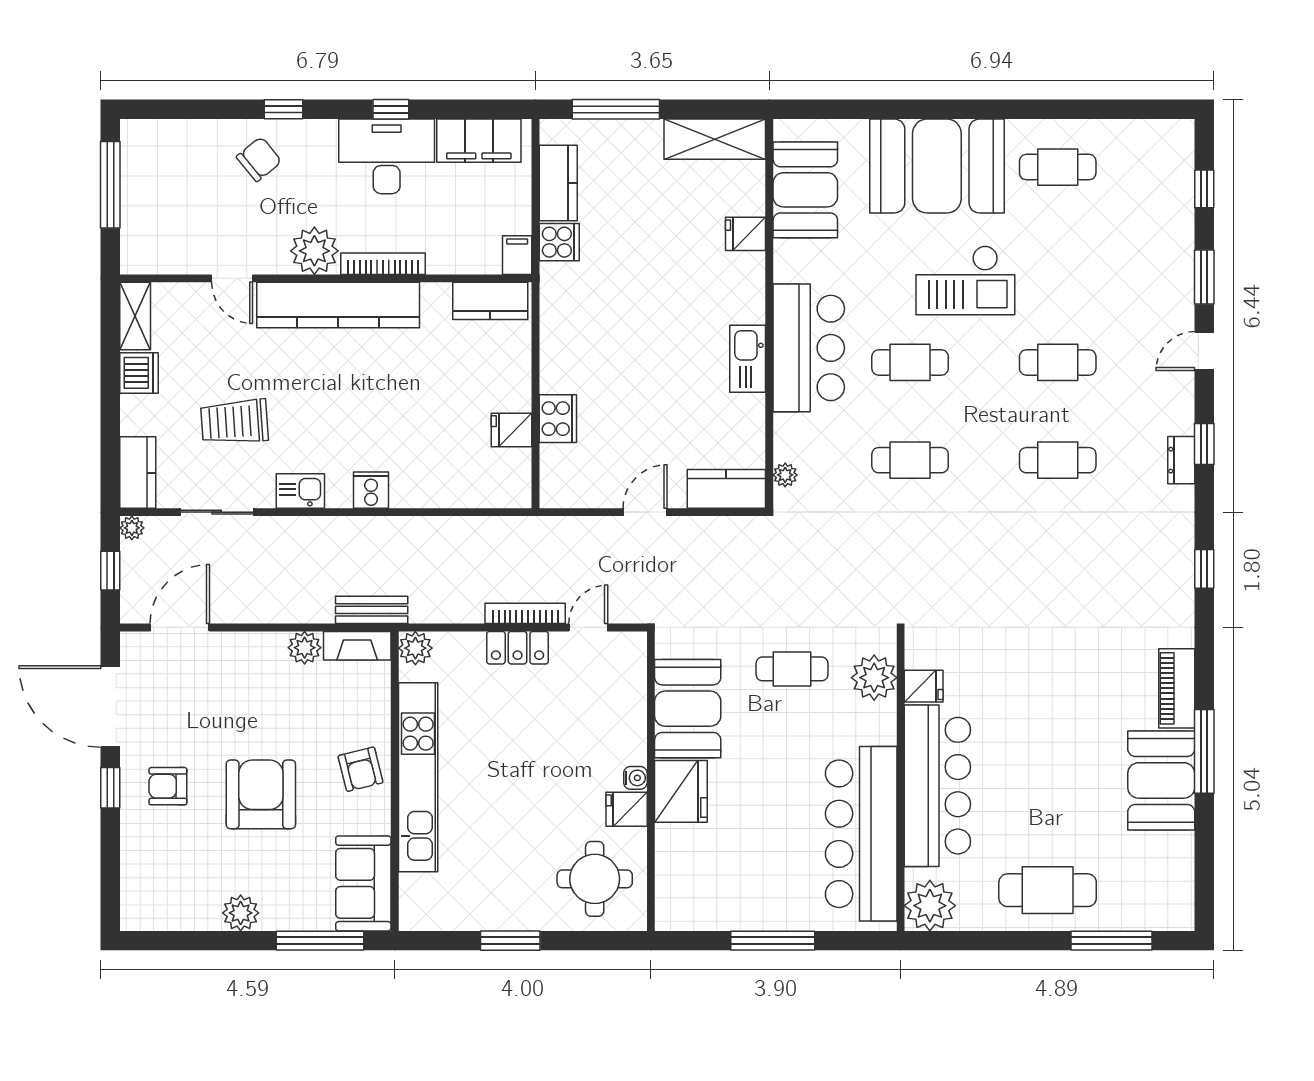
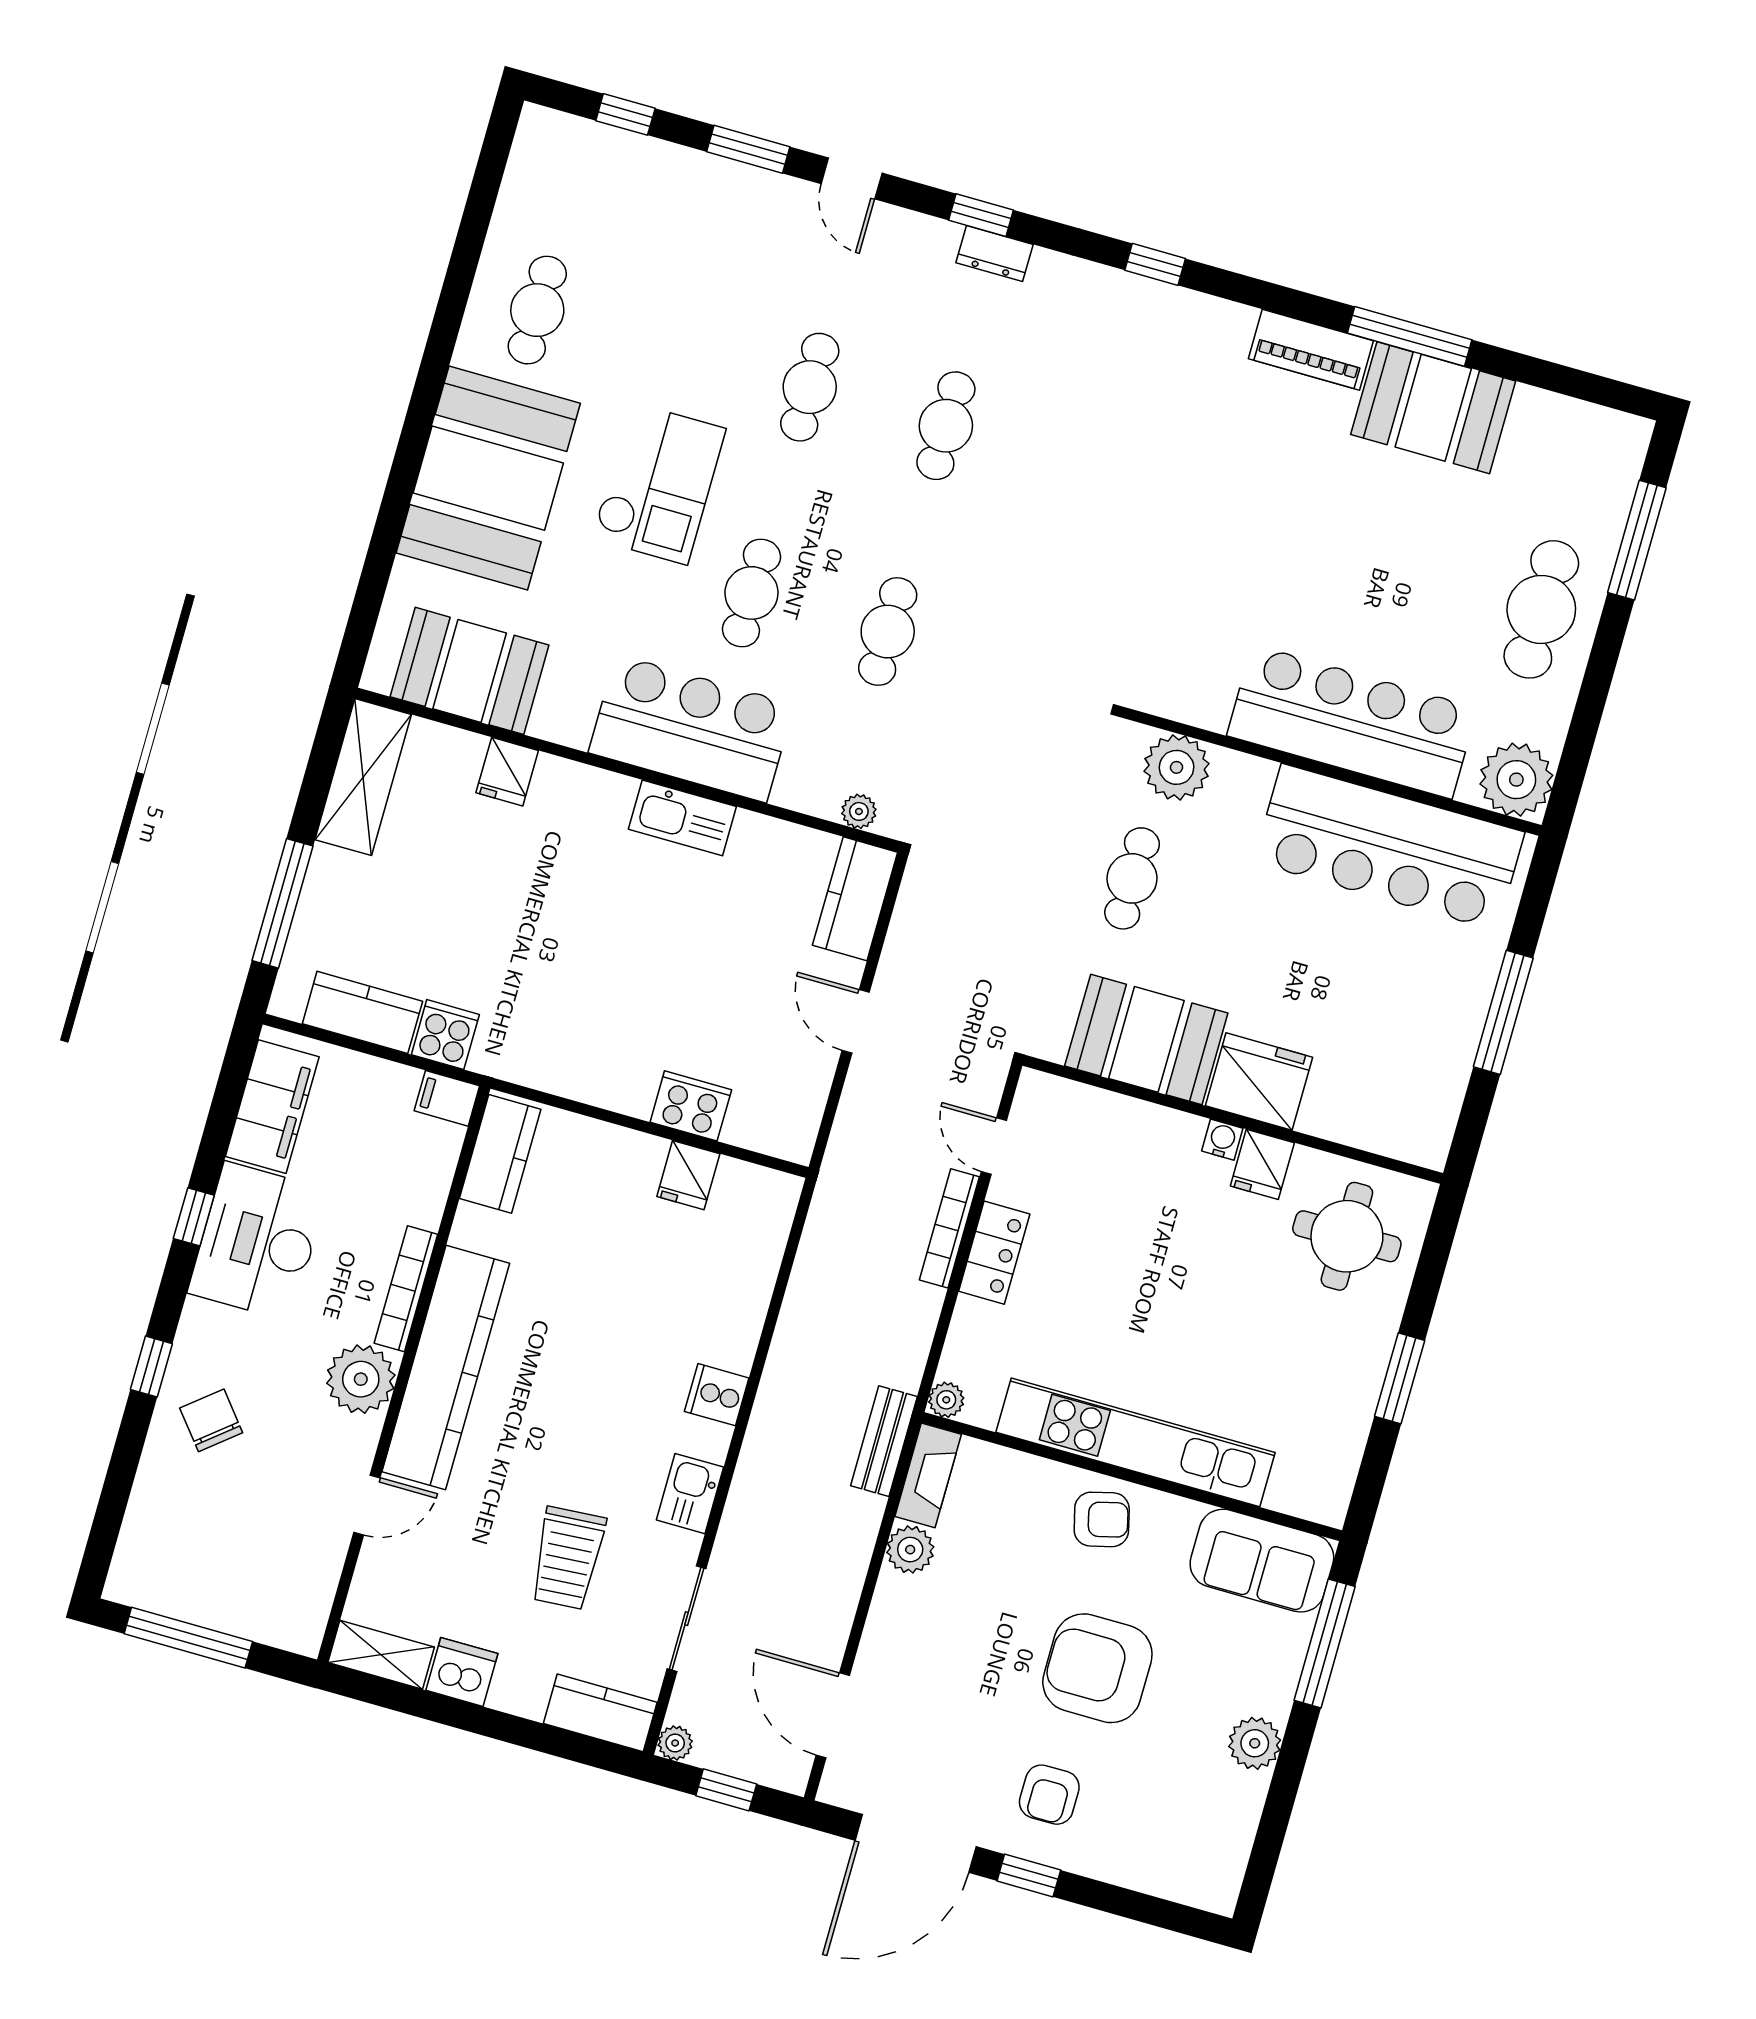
plant: (415, 648) -> (946, 1400), width x0.73, depth x0.73
fridge: (924, 686) -> (1208, 702), removed

